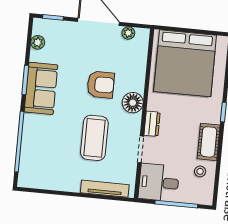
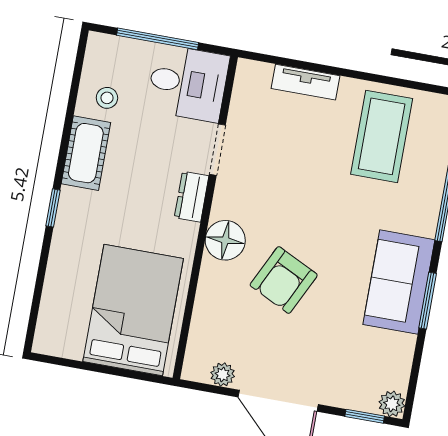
plant: (38, 42) -> (392, 404), moved
bed: (185, 63) -> (133, 310), width x0.73
armchair: (101, 85) -> (284, 280), turned -64
coffee table: (94, 138) -> (382, 136), moved
tv unit: (105, 189) -> (305, 82), width x0.71

